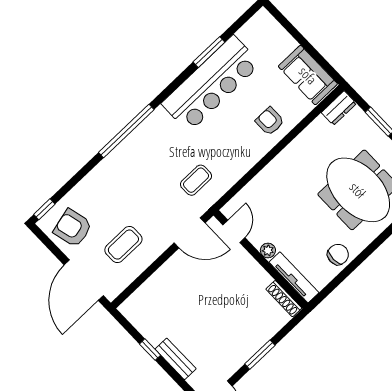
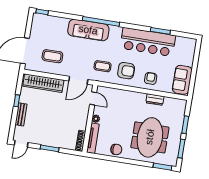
dresser: (339, 108) -> (155, 100), moved
sofa: (125, 160) -> (88, 30), added
armchair: (73, 228) -> (126, 71), moved, turned 104
door: (234, 231) -> (93, 98), hinge flipped
door: (190, 233) -> (78, 80), hinge flipped
wardrobe: (154, 289) -> (43, 83), added

